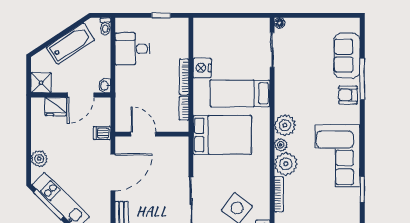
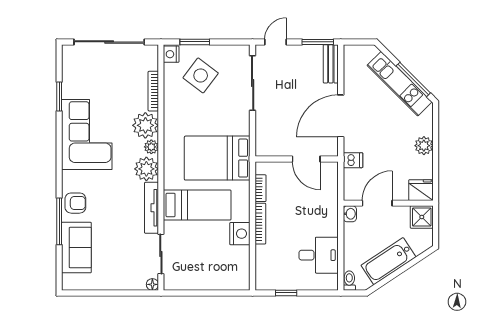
tv unit: (280, 91) -> (151, 208), added
fridge: (56, 107) -> (421, 190), moved
plant: (39, 159) -> (424, 146), moved

